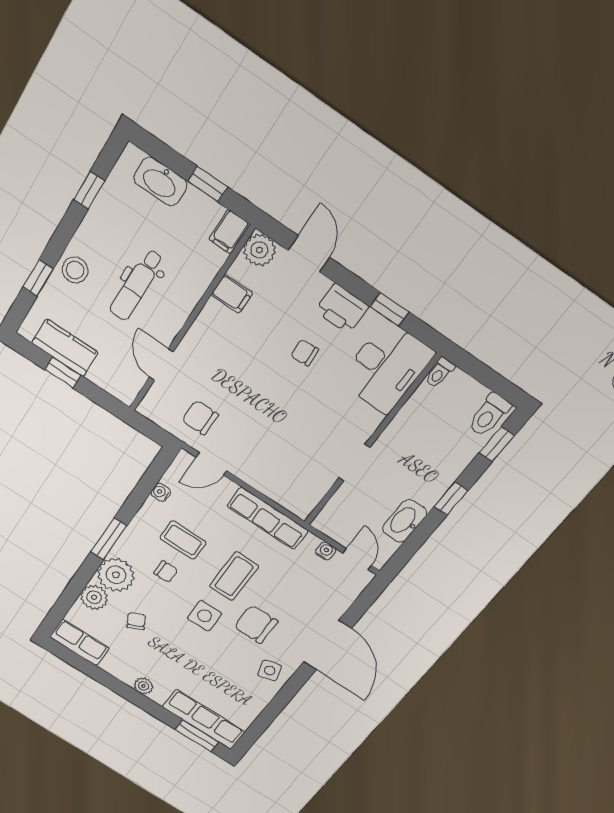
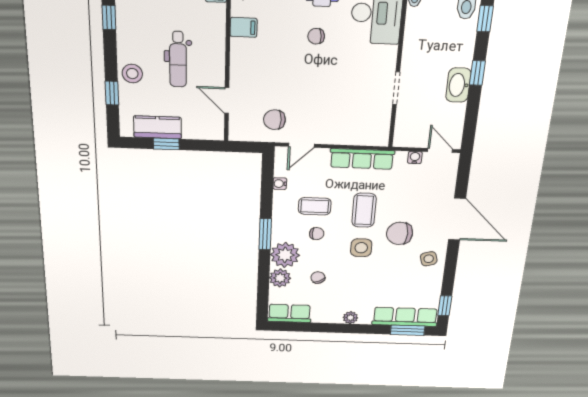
washbasin: (405, 521) -> (458, 85), moved
window: (254, 732) -> (445, 306), added

